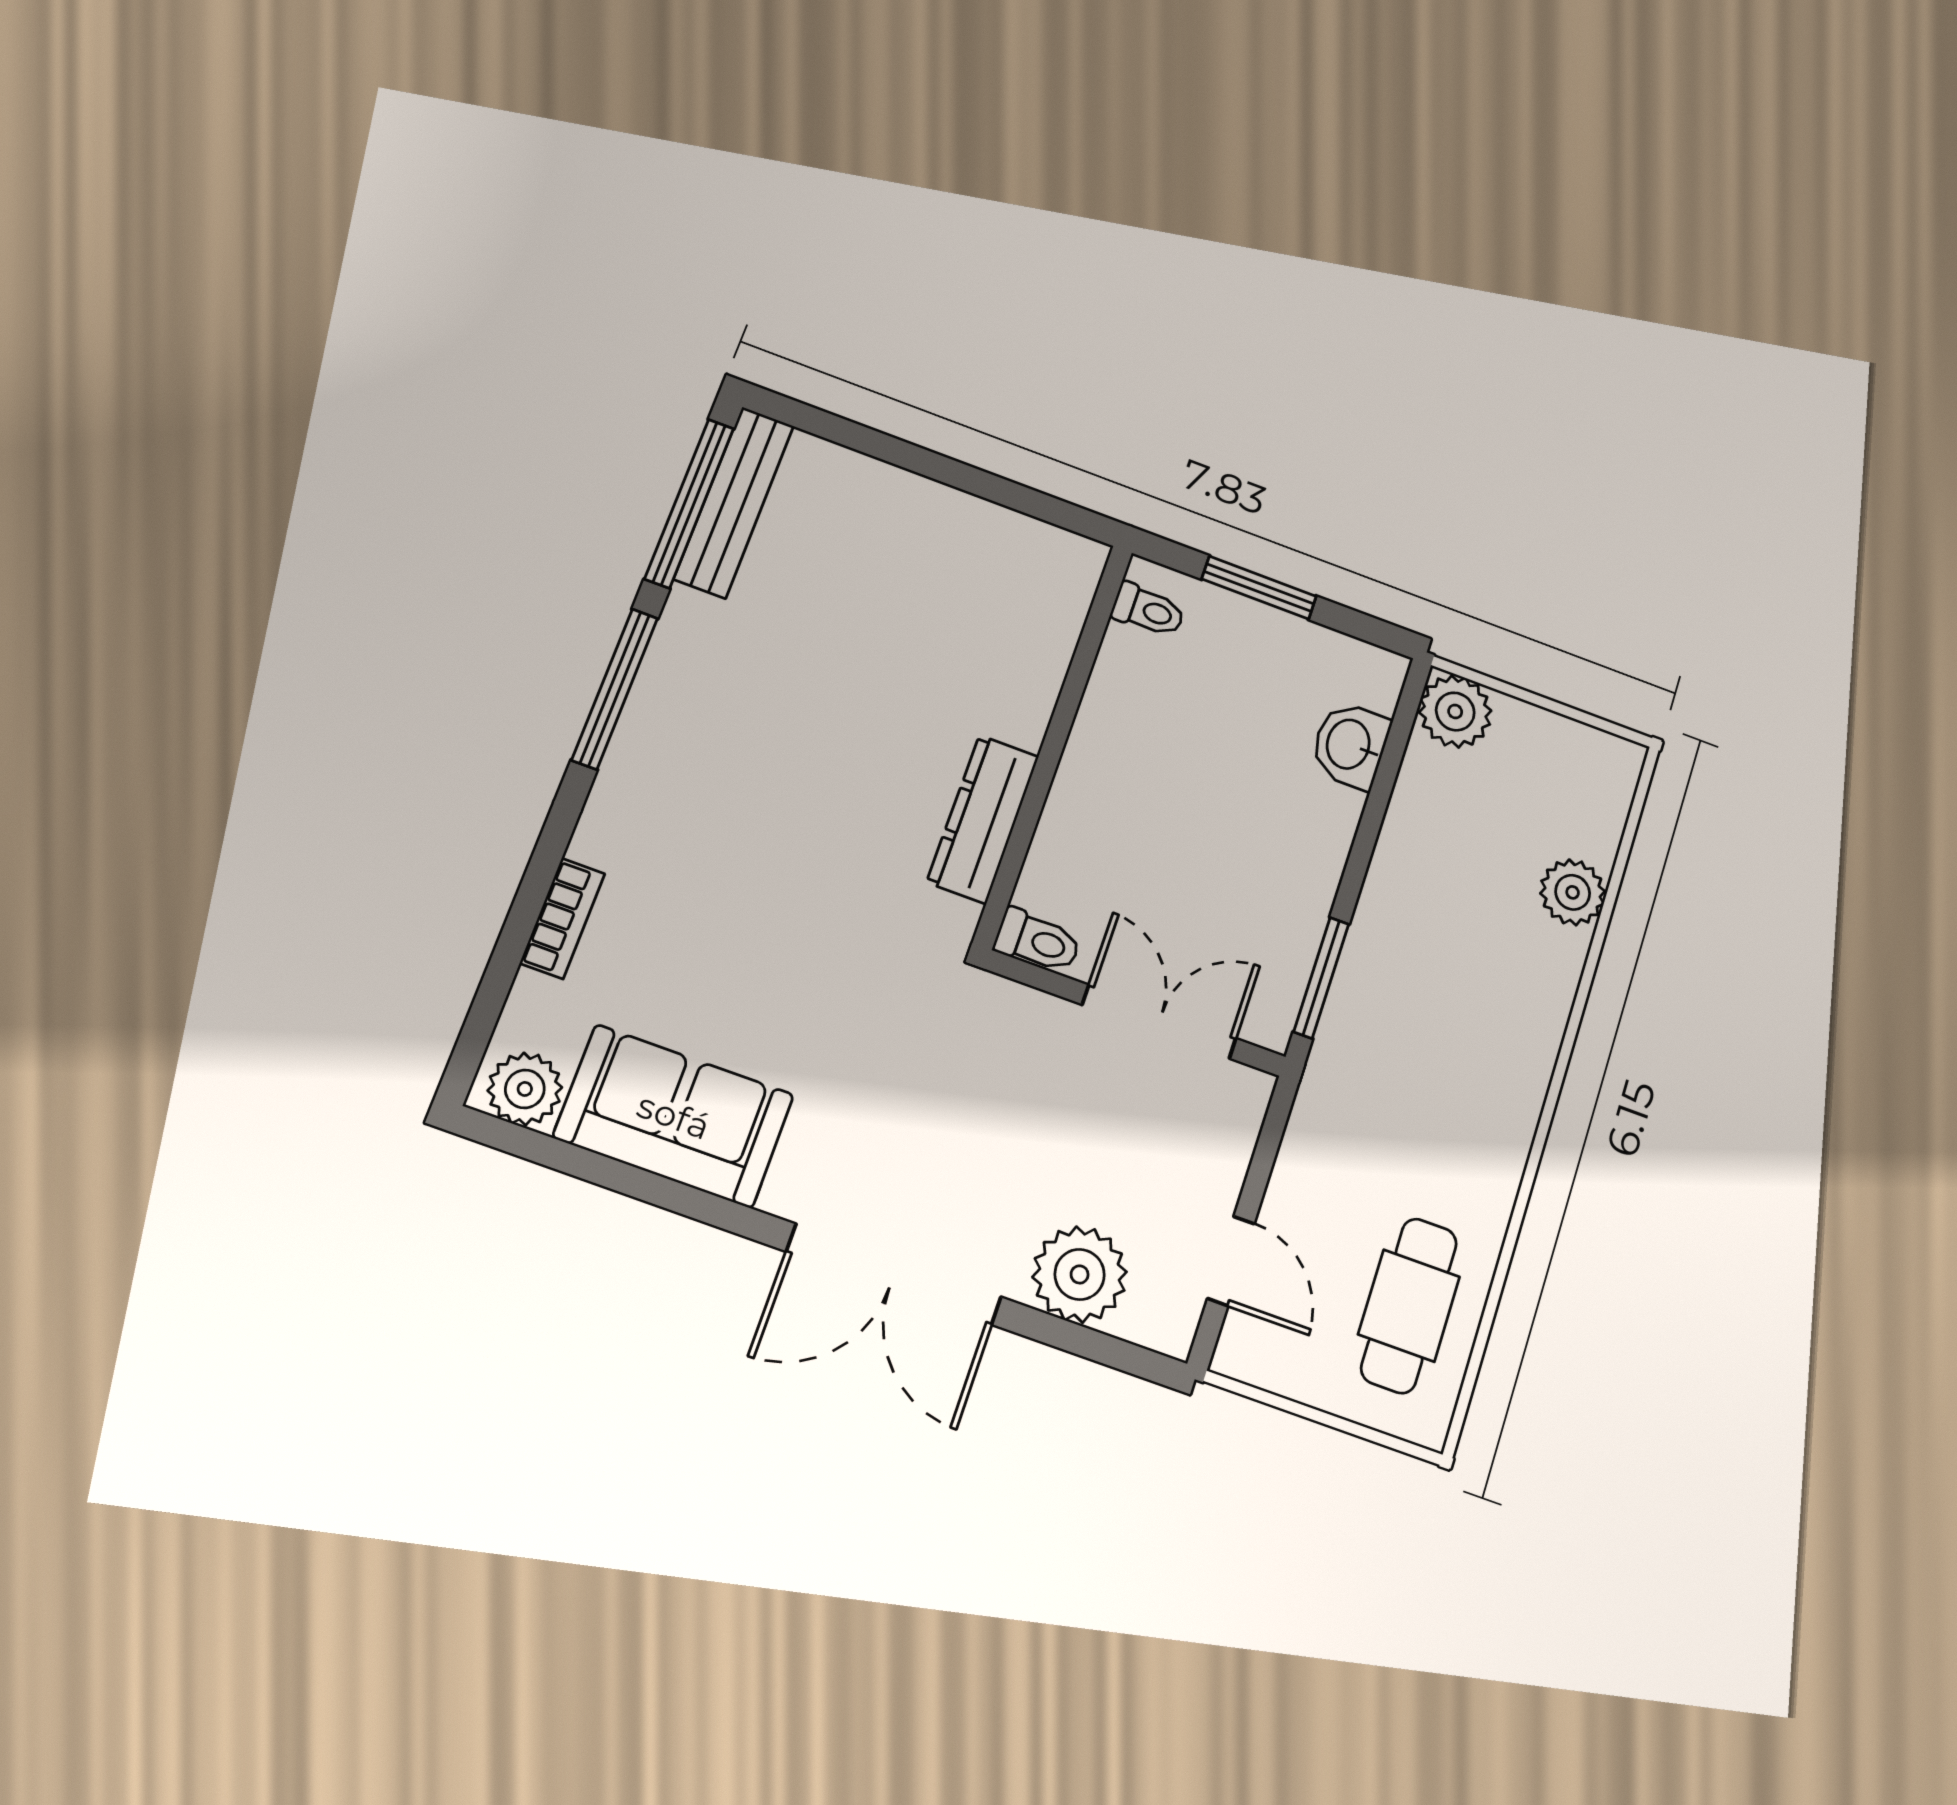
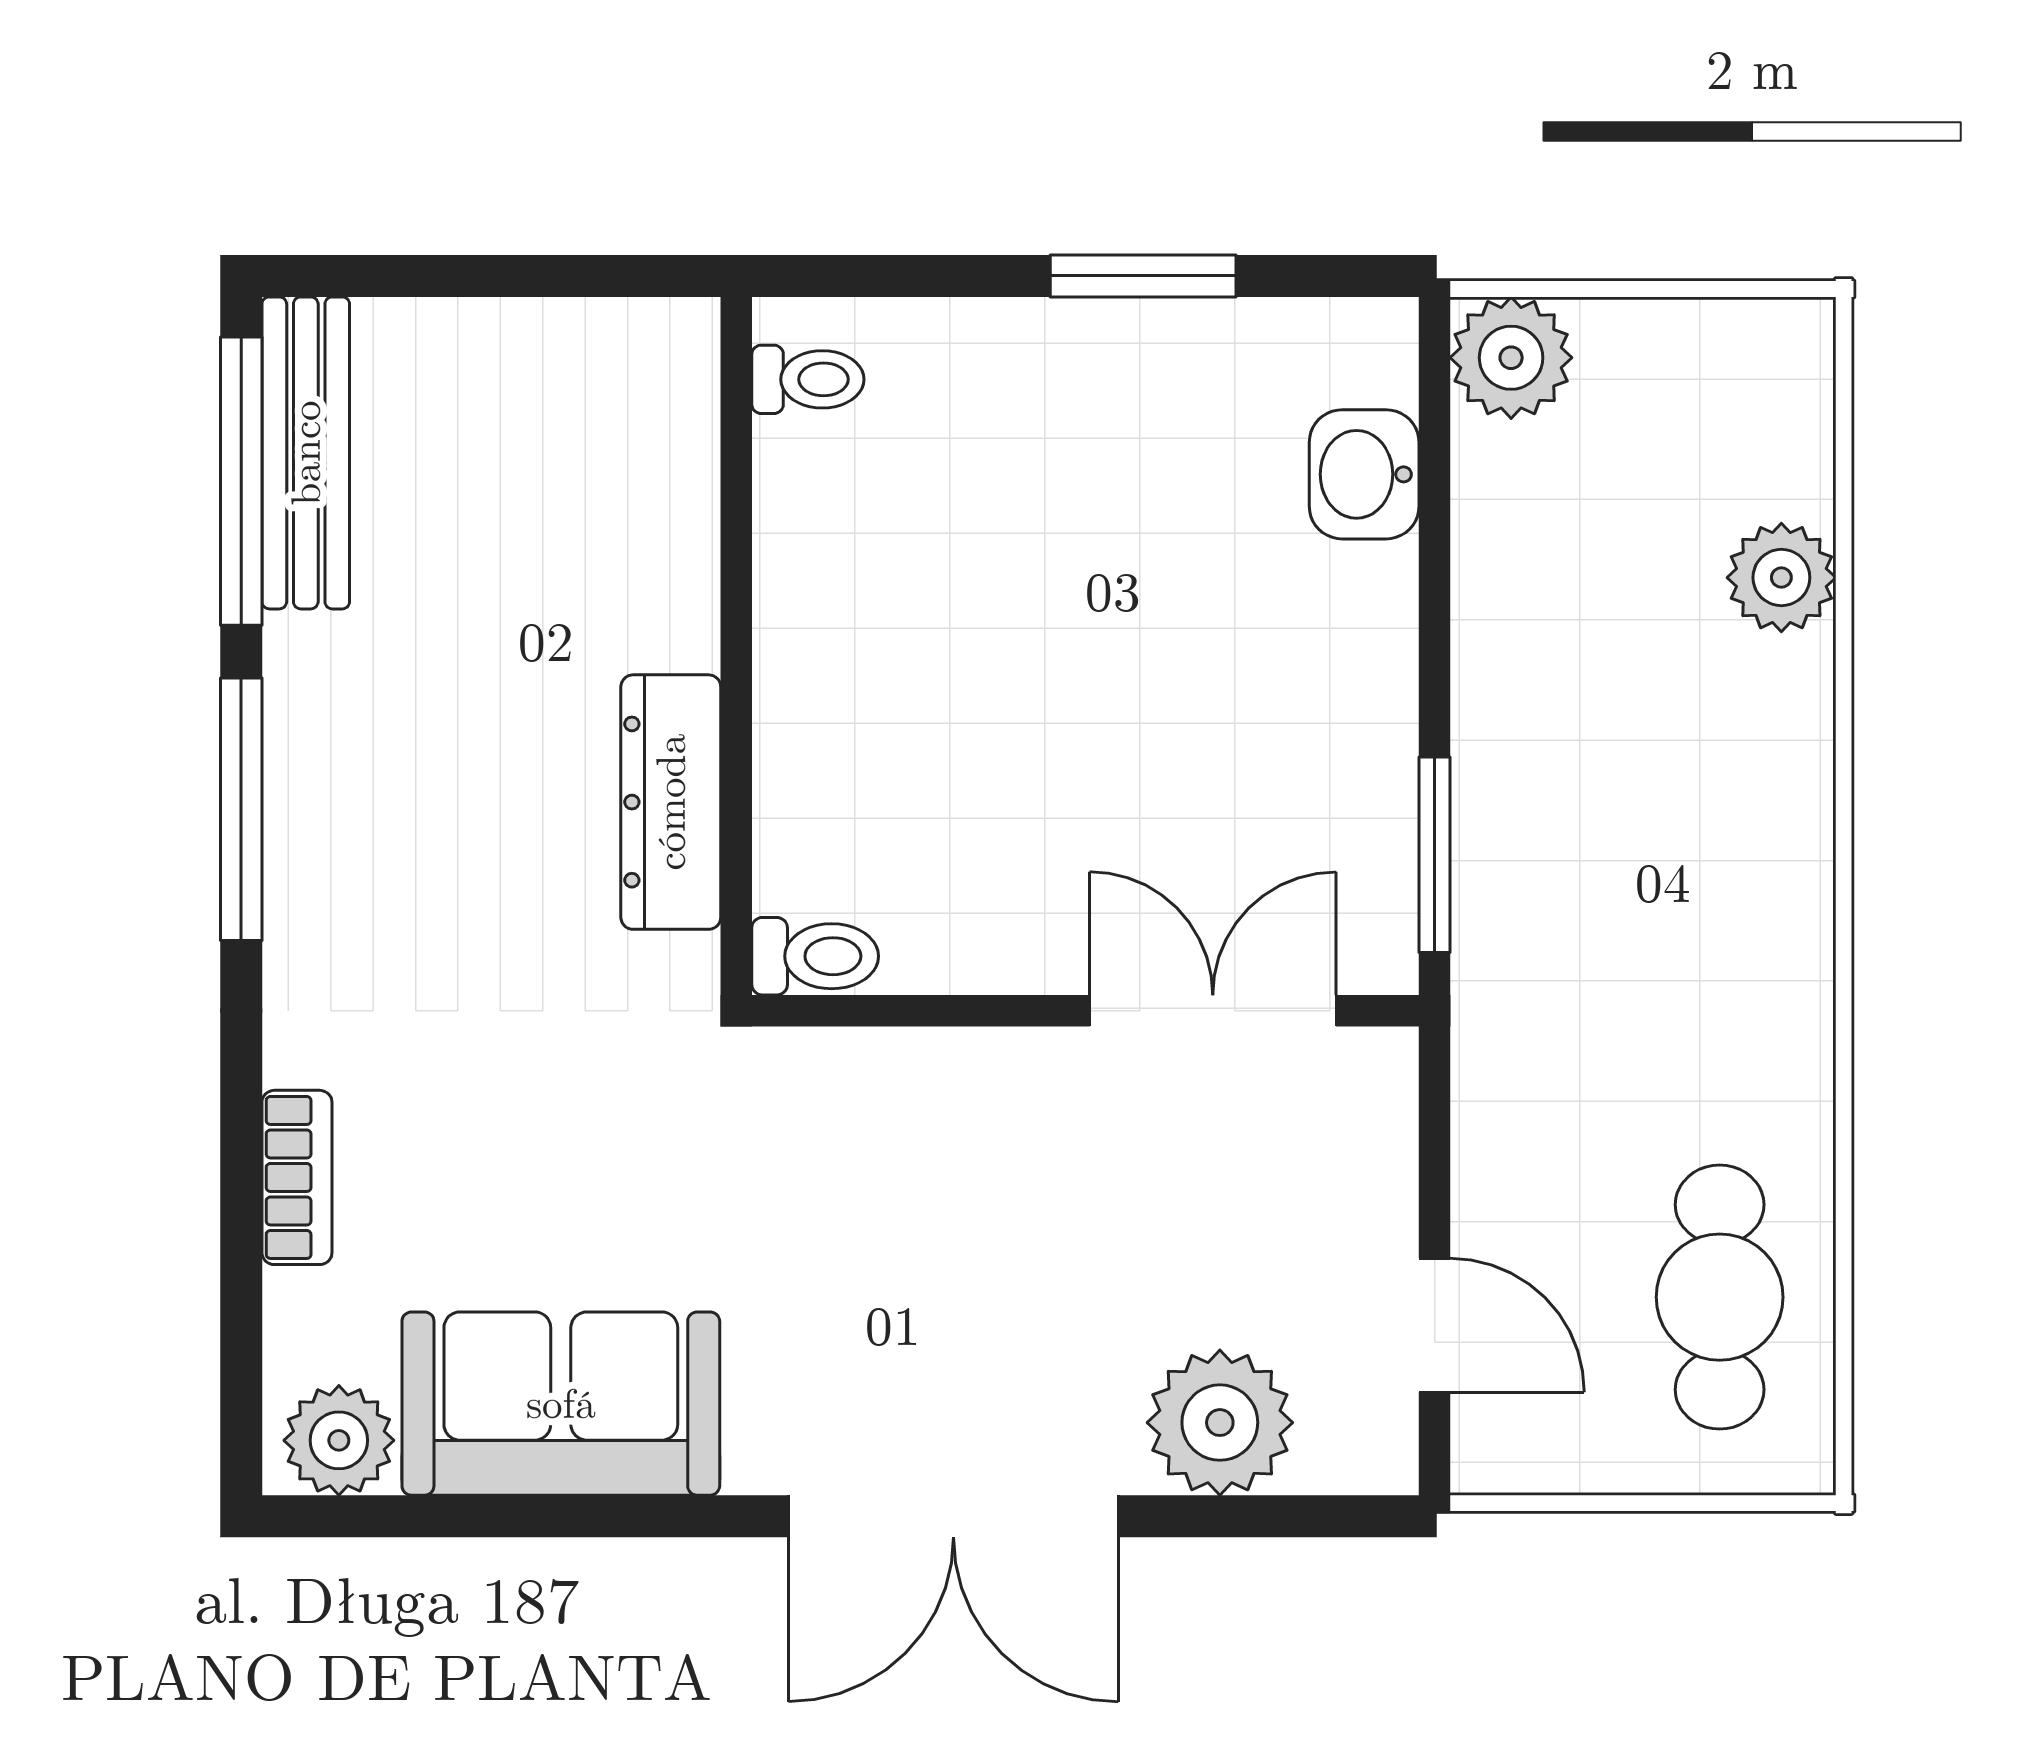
toilet: (1148, 610) -> (808, 379), moved
wall: (1054, 744) -> (736, 646), moved
dresser: (983, 819) -> (671, 802), moved
toilet: (1038, 941) -> (815, 956), moved

